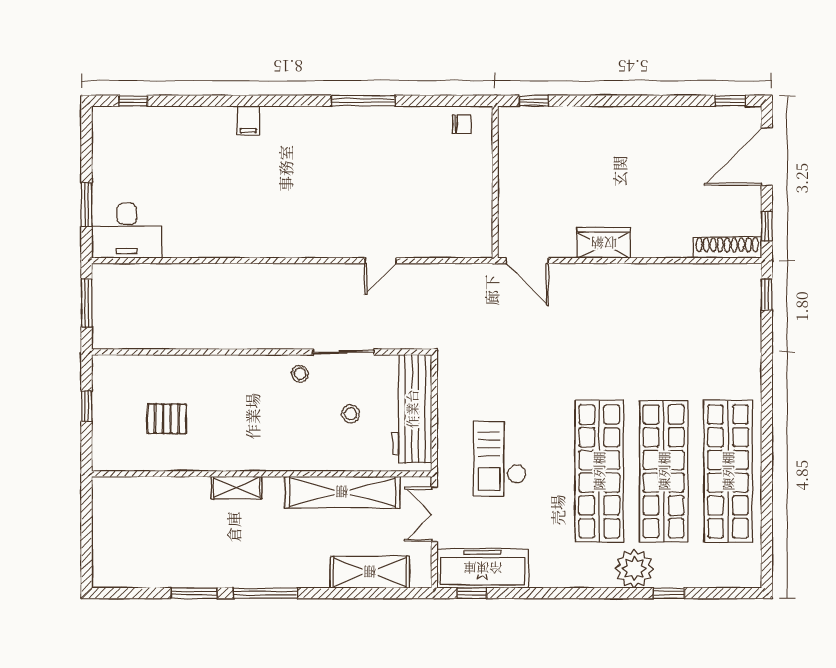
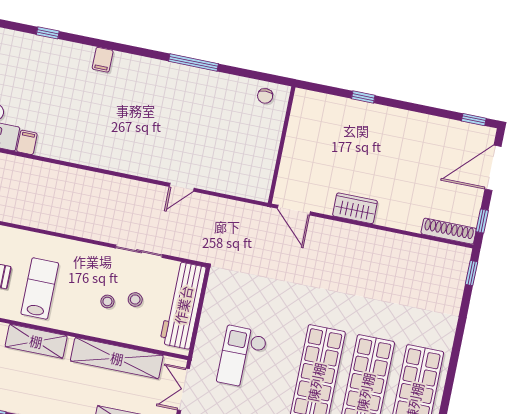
window: (133, 101) -> (48, 33), moved
window: (534, 101) -> (363, 97), moved
chair: (462, 124) -> (265, 96), turned 90
filing cabinet: (174, 244) -> (27, 142), added
stool: (300, 374) -> (107, 301), moved
lab bench: (228, 424) -> (40, 288), added
shelving: (237, 488) -> (36, 341), width x1.50, depth x1.33

